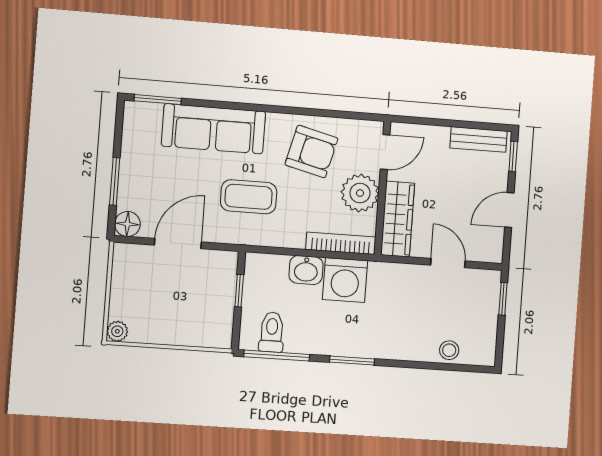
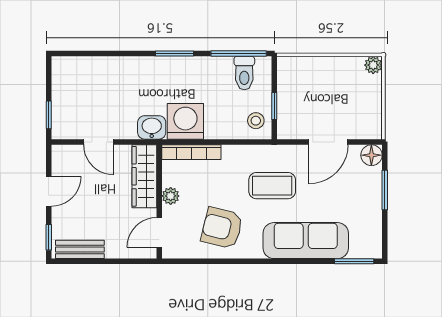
plant: (360, 193) -> (171, 196), width x0.53, depth x0.53
washbasin: (306, 270) -> (152, 127), moved
stool: (449, 350) -> (256, 121), moved

